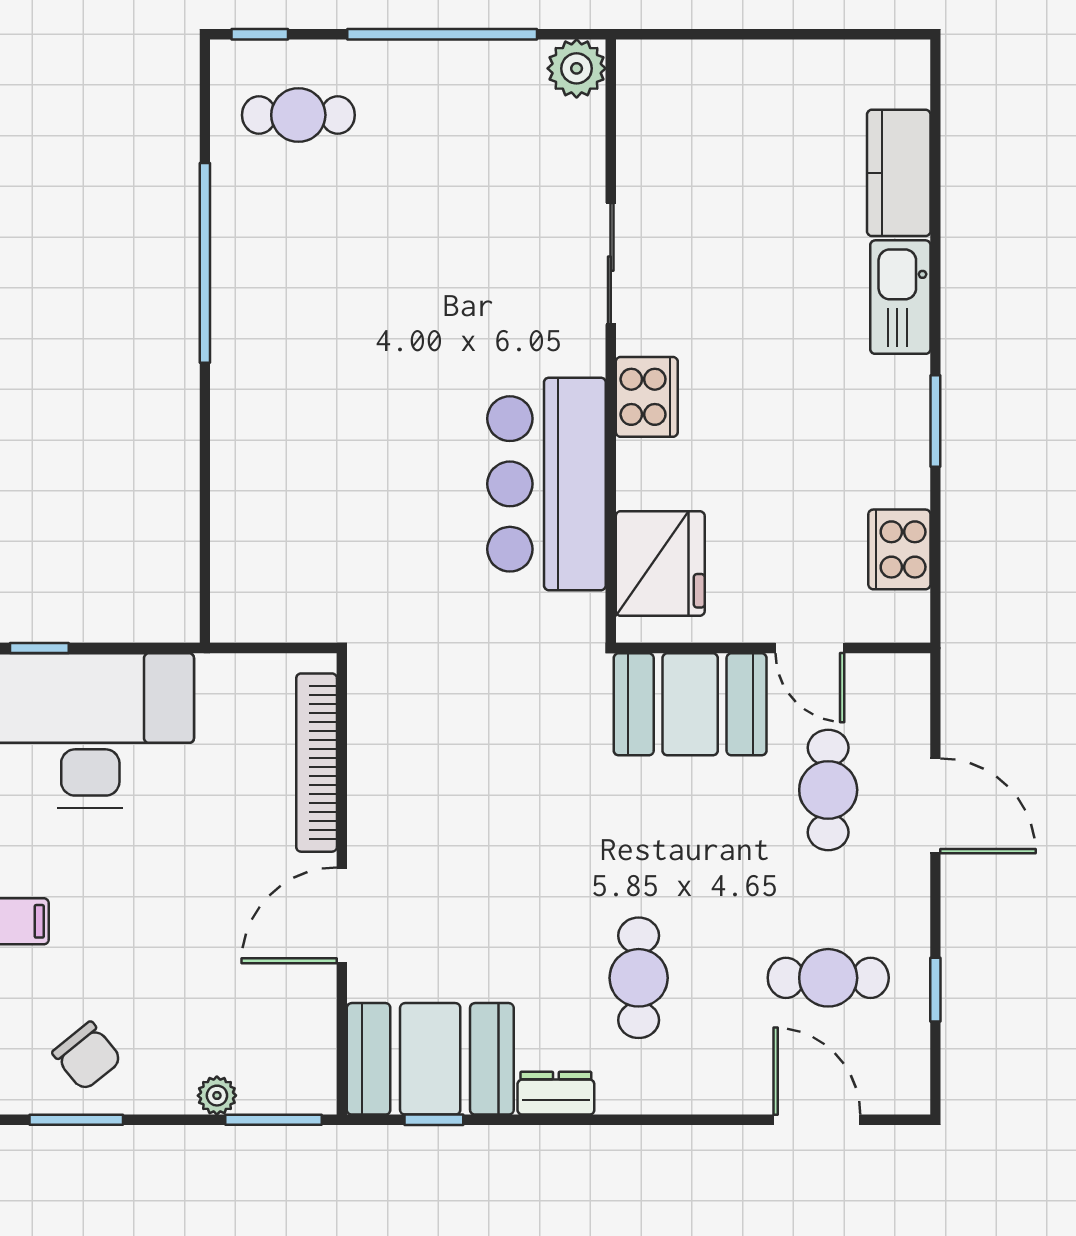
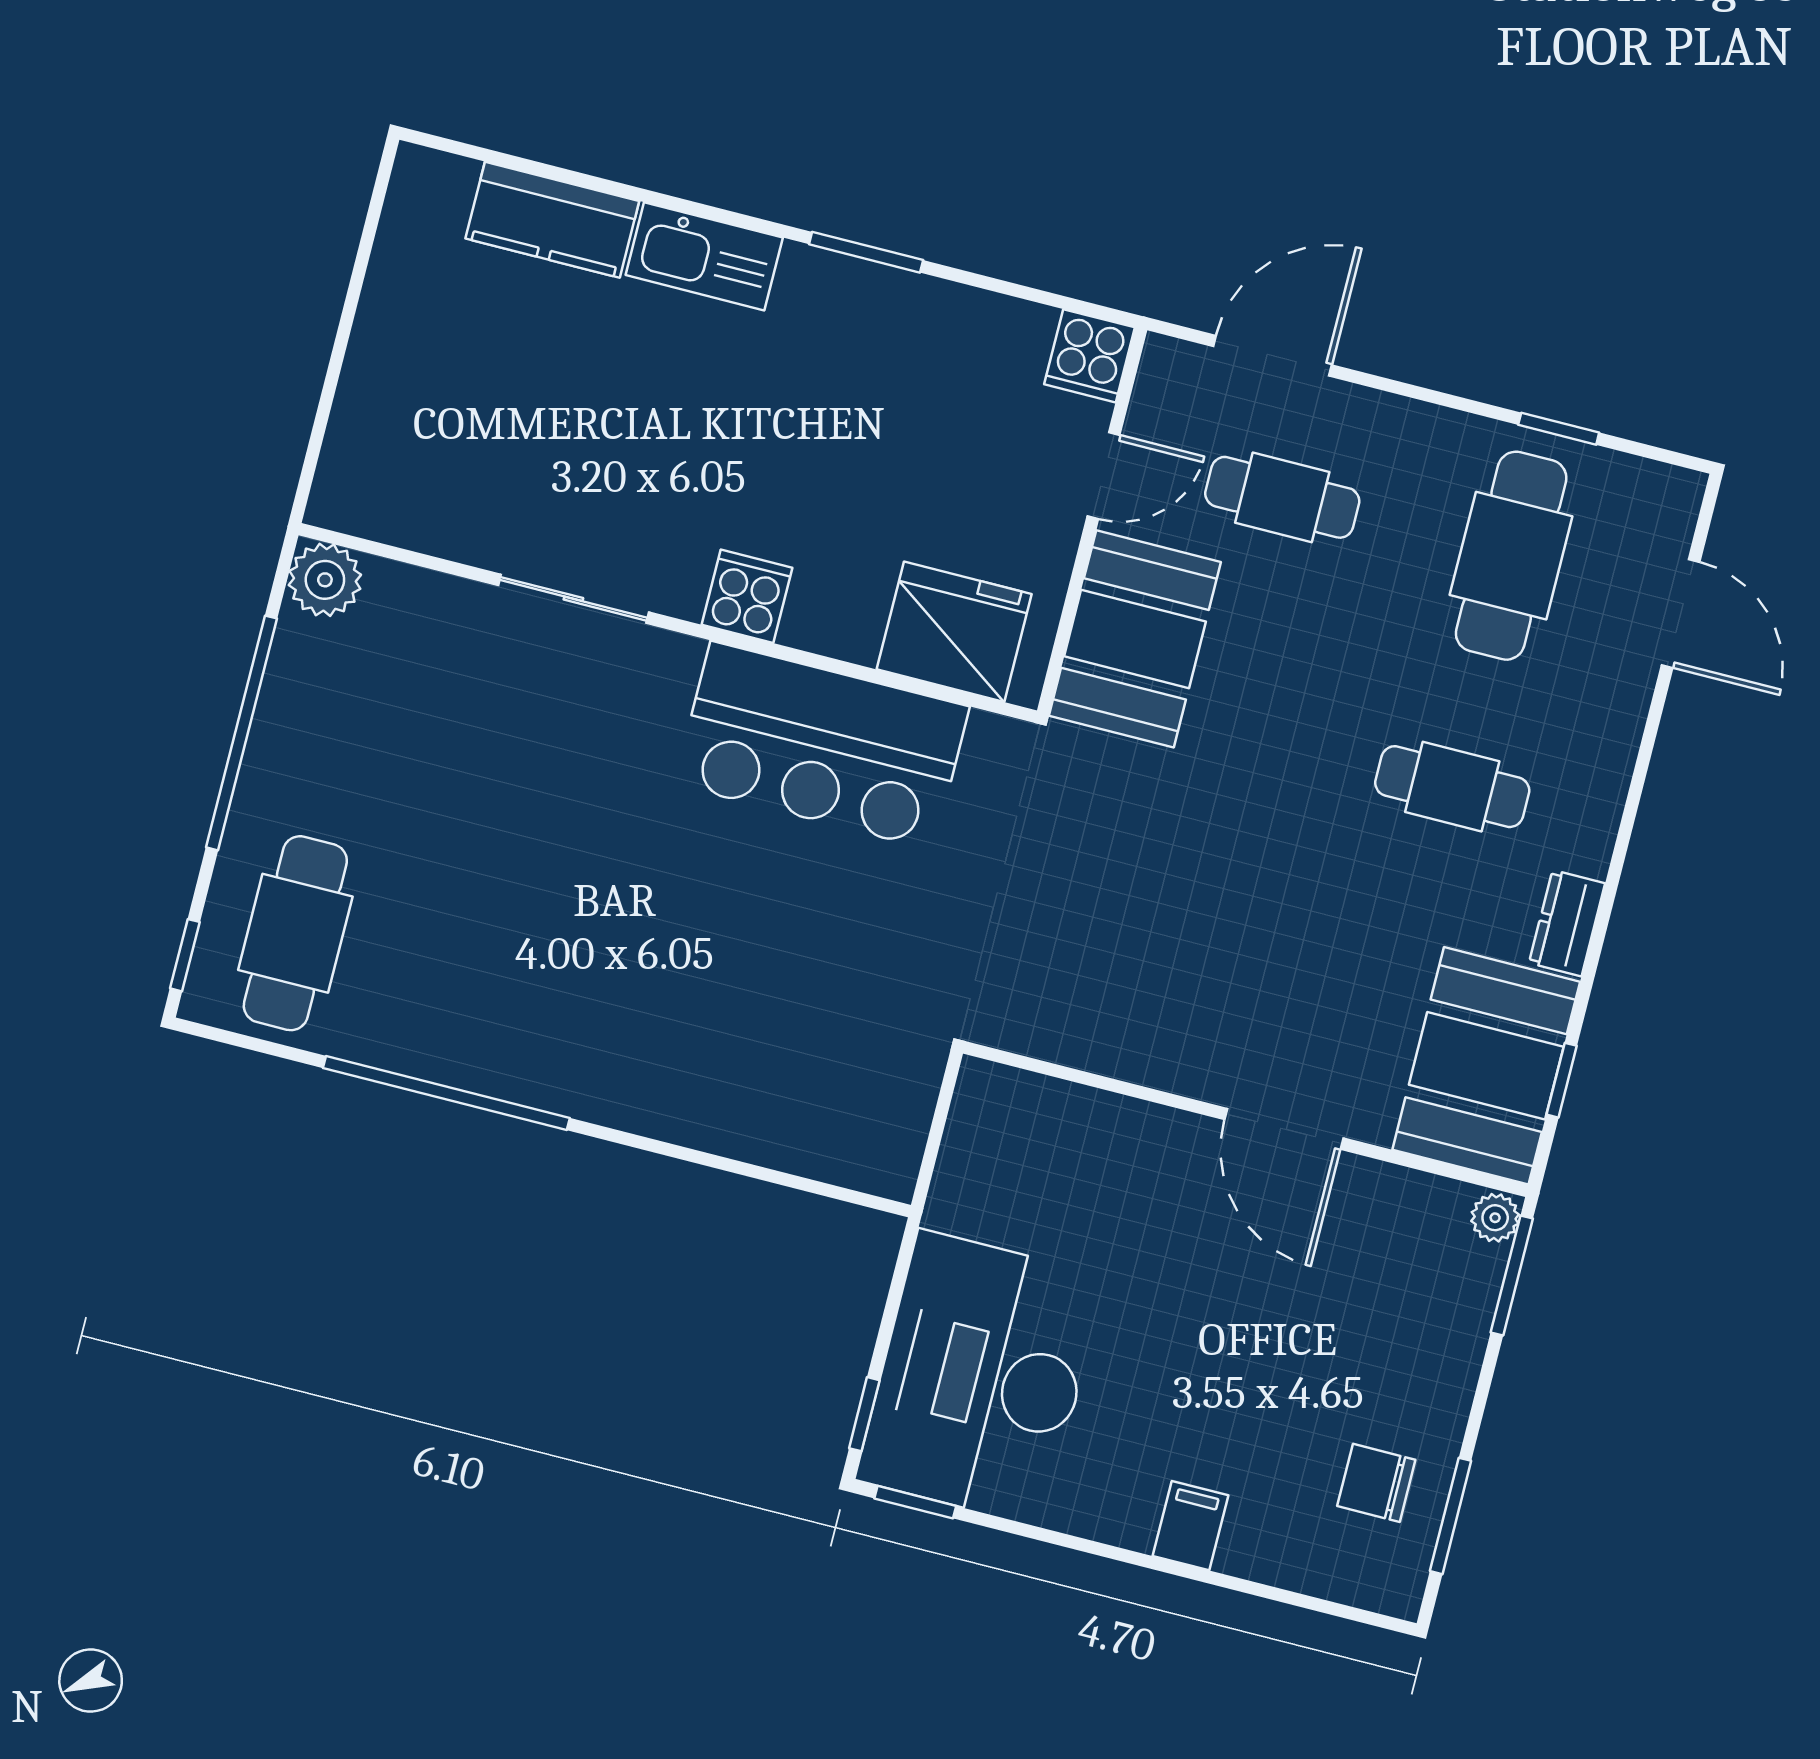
cafe table: (298, 115) -> (295, 933), width x1.37, depth x1.35
cooker: (647, 397) -> (747, 596), width x0.73
cooker: (899, 549) -> (1089, 356), moved, width x0.73
bookcase: (317, 763) -> (1090, 1112), removed
door: (935, 806) -> (1273, 356), moved
cafe table: (828, 978) -> (1511, 556), width x1.37, depth x1.35
chair: (87, 1056) -> (1376, 1483), turned -141
plant: (217, 1096) -> (1495, 1218), moved
door: (817, 1120) -> (1681, 613), swing flipped

